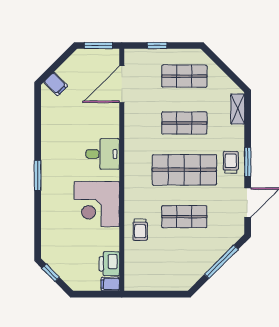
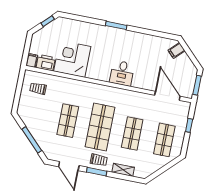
shelving: (238, 109) -> (123, 170), moved
corner desk: (97, 204) -> (72, 59), moved
trolley: (140, 230) -> (38, 88), moved

